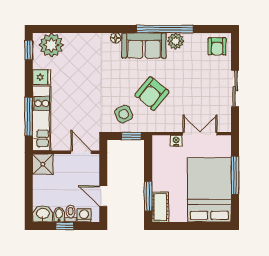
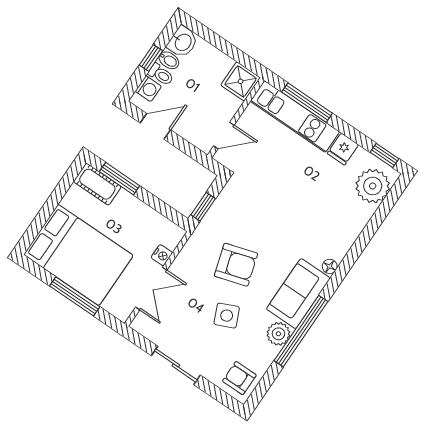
armchair: (152, 94) -> (236, 265), turned 124
side table: (124, 114) -> (227, 316), moved

